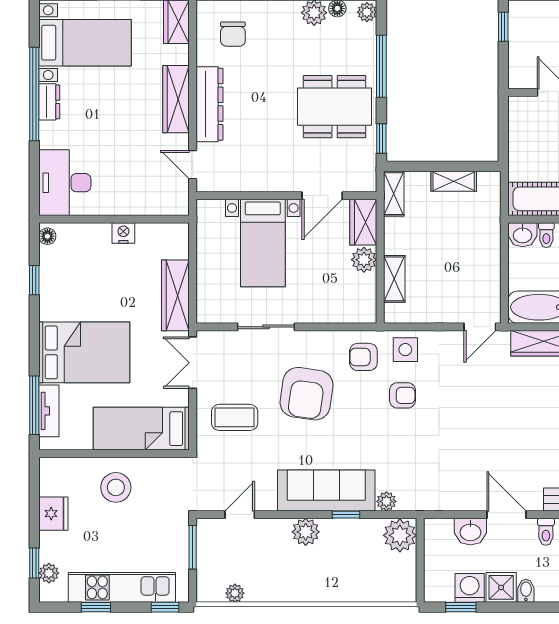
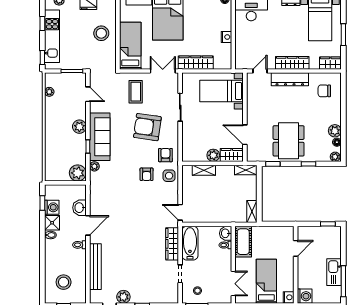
window: (381, 66) -> (308, 164), width x0.46
shelving: (454, 181) -> (252, 212), moved
bed with nightstands: (263, 243) -> (221, 91), moved

